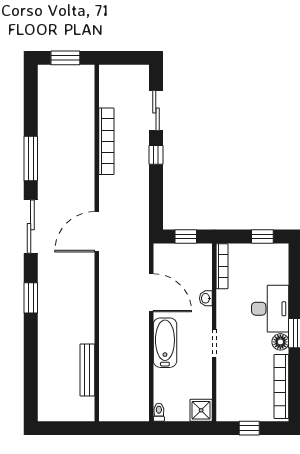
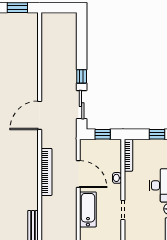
sliding door: (156, 111) -> (82, 105), moved
bookcase: (106, 141) -> (46, 172), moved
door: (97, 232) -> (40, 115), moved

